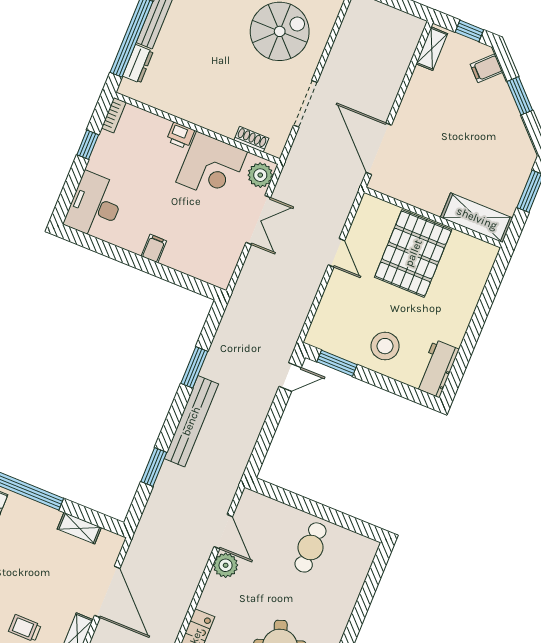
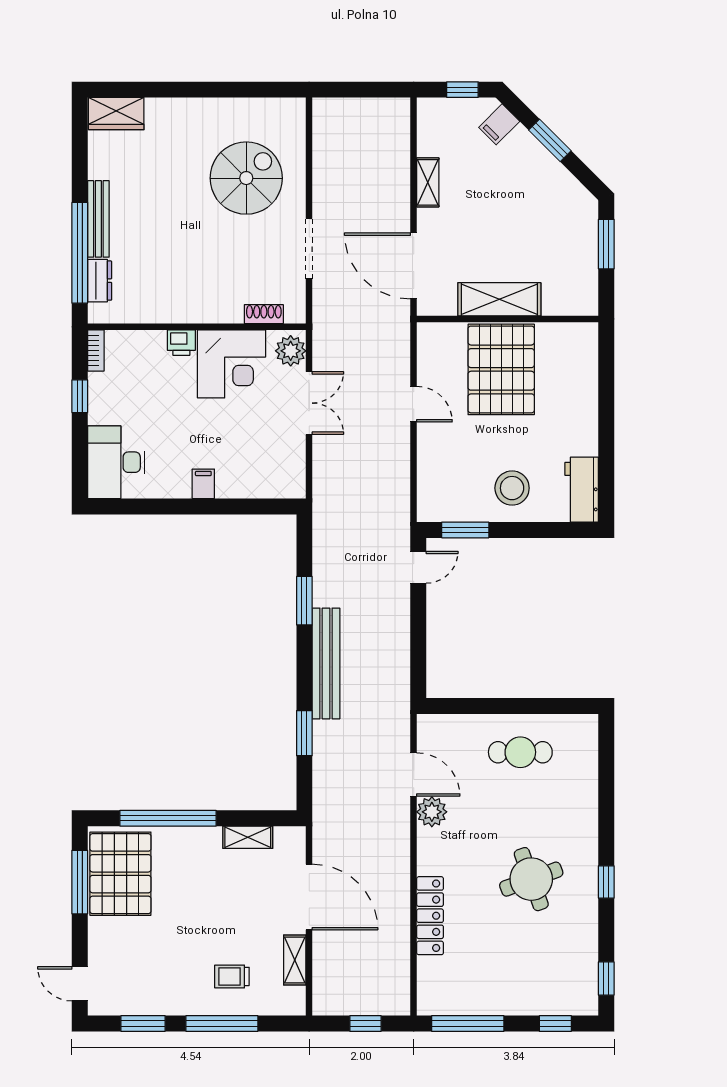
shelving: (432, 49) -> (428, 182), moved
shelving: (477, 218) -> (499, 299), moved
cafe table: (310, 547) -> (520, 752), turned 90

